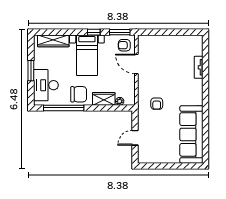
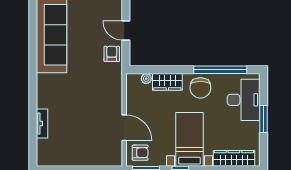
chair: (79, 94) -> (200, 88), turned -90
armchair: (157, 104) -> (112, 54), moved
door: (135, 138) -> (126, 31), swing flipped

